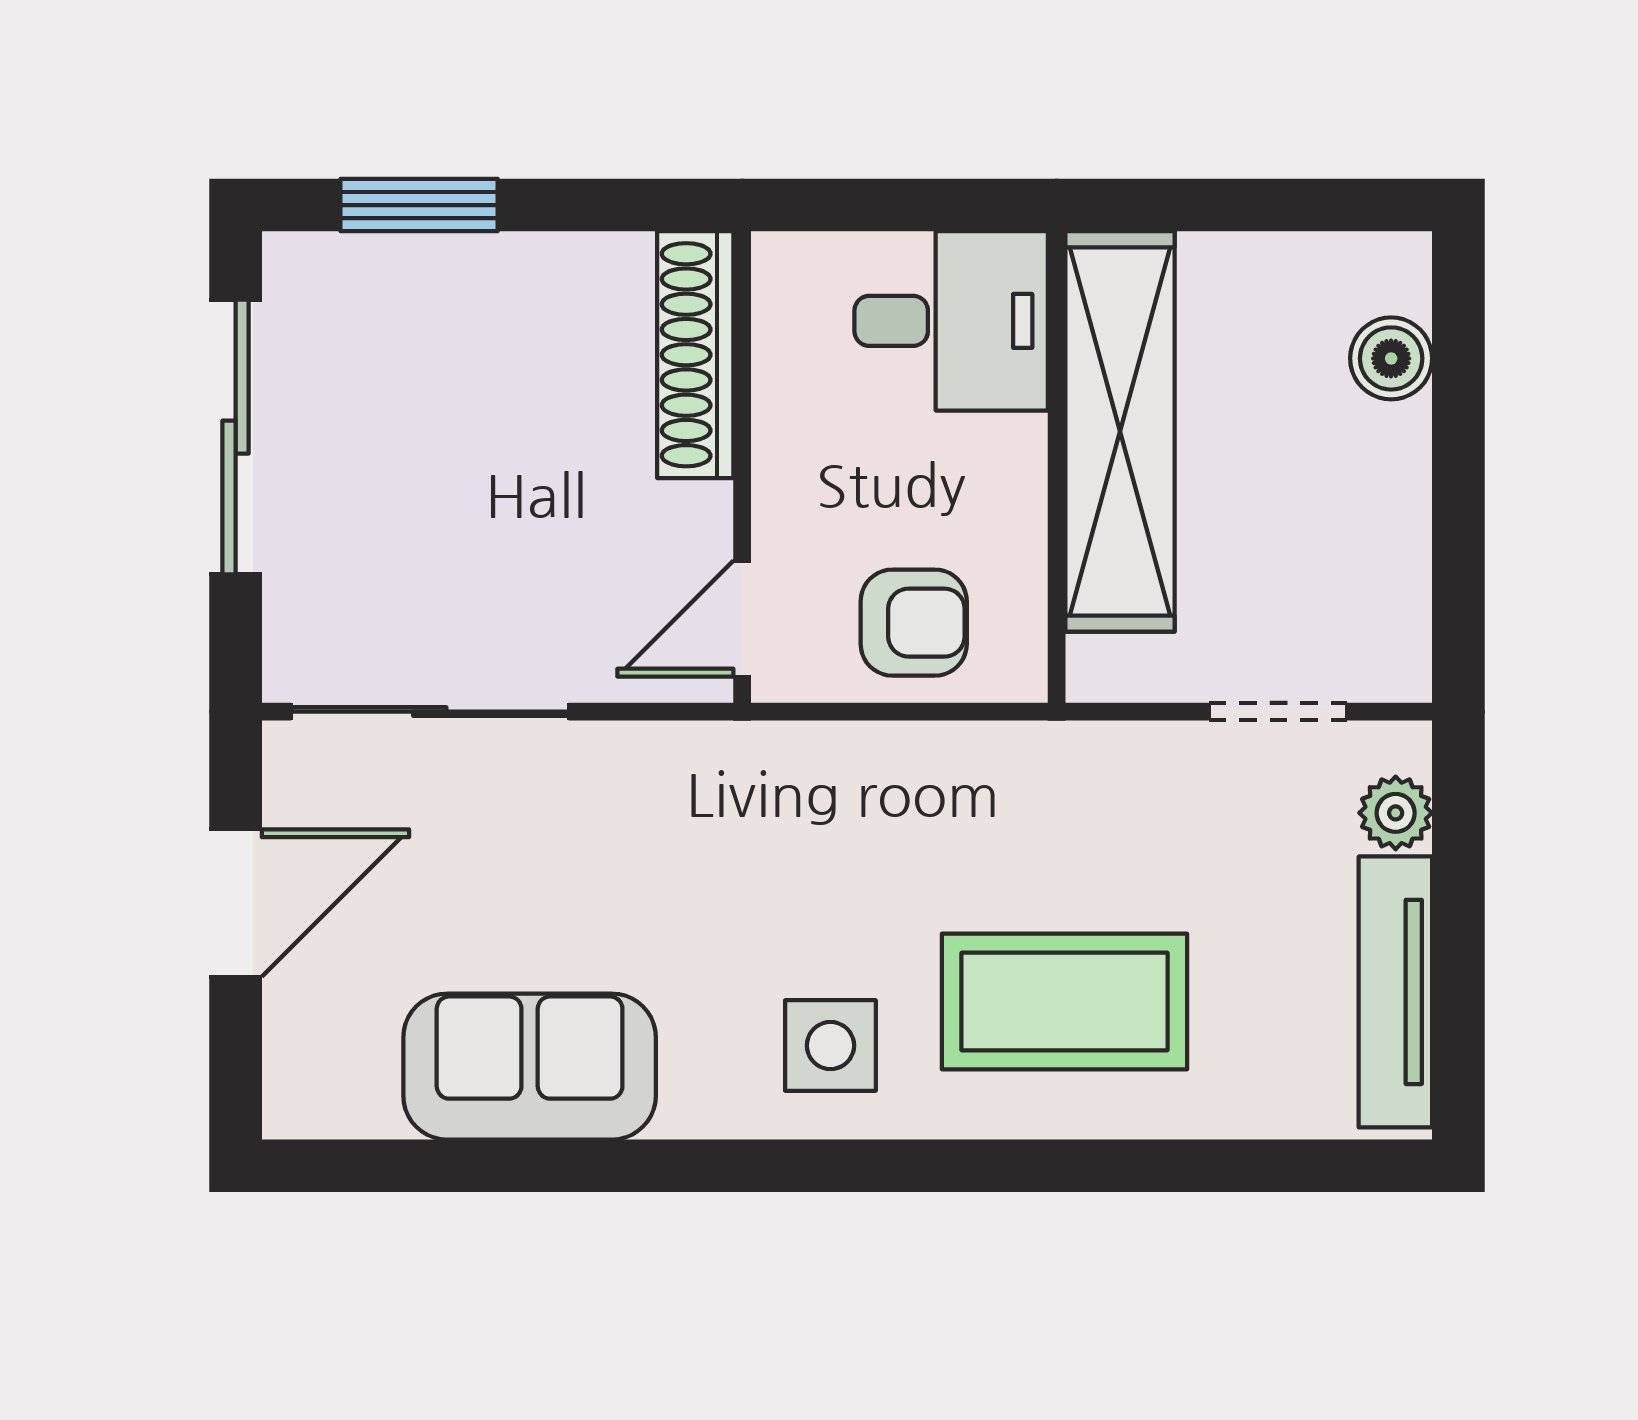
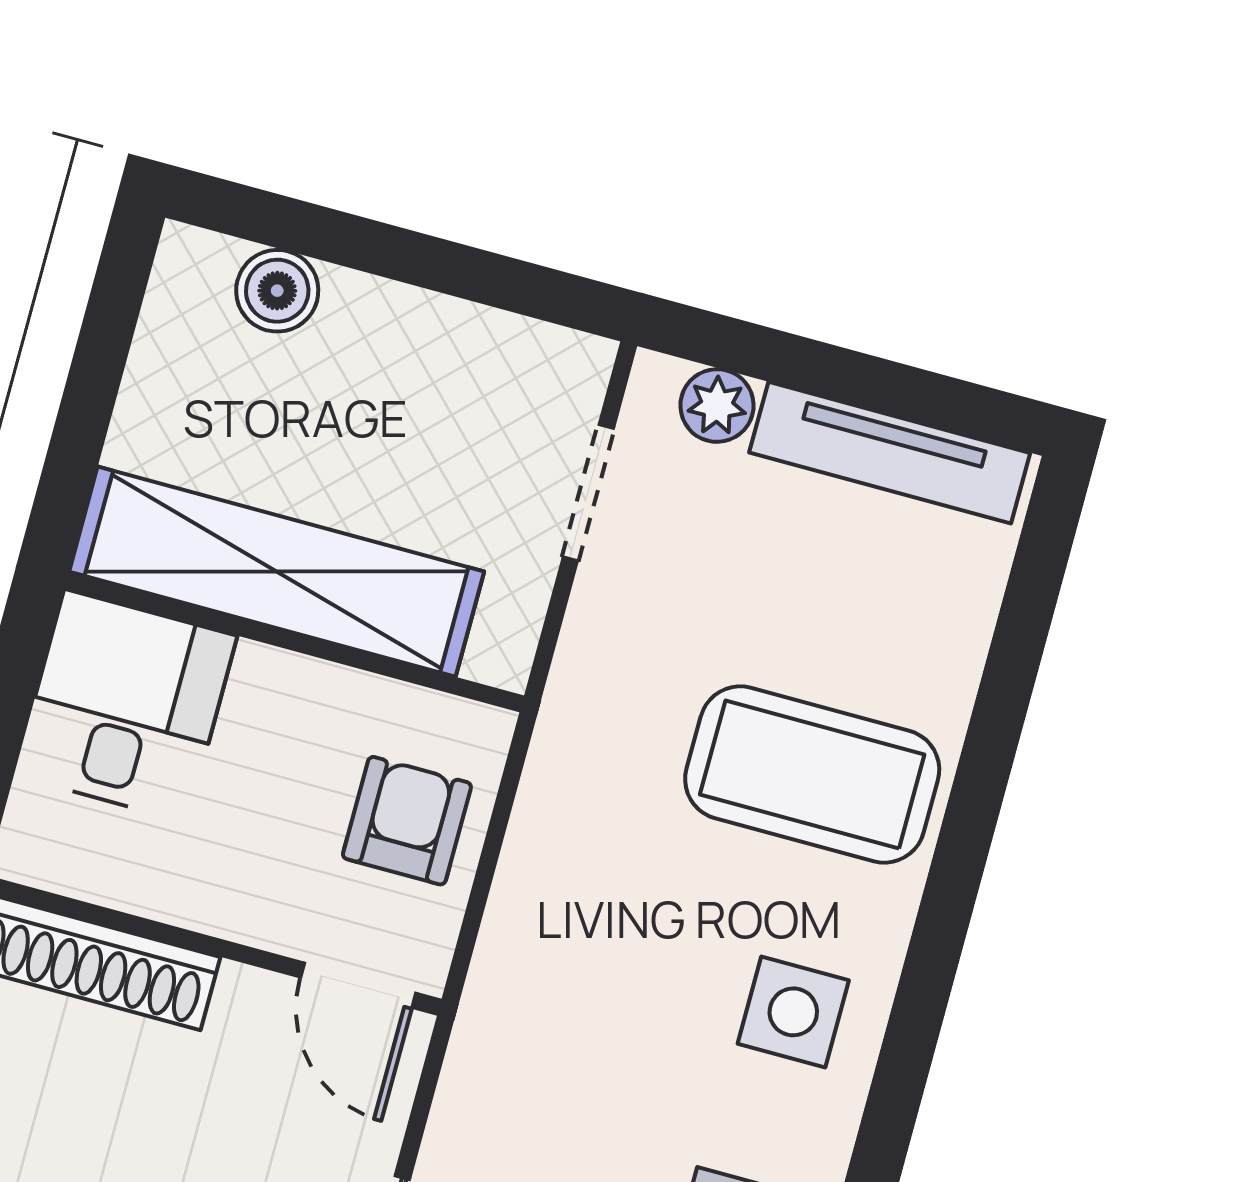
coffee table: (1065, 1002) -> (812, 774), turned 90

